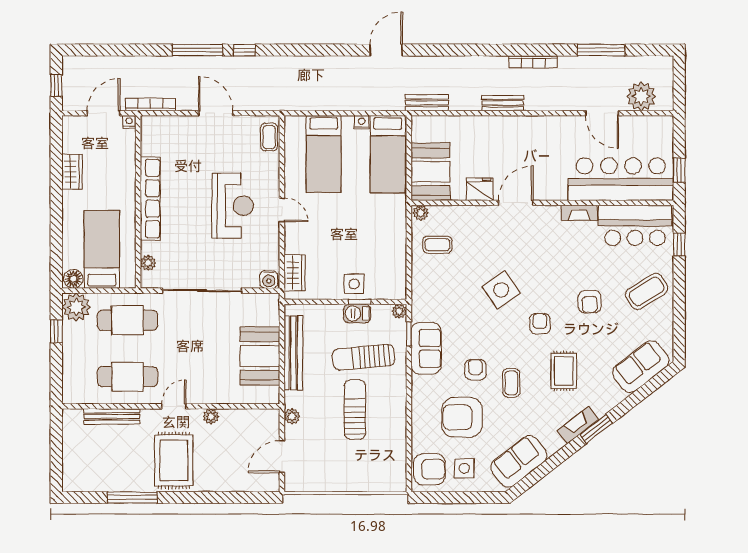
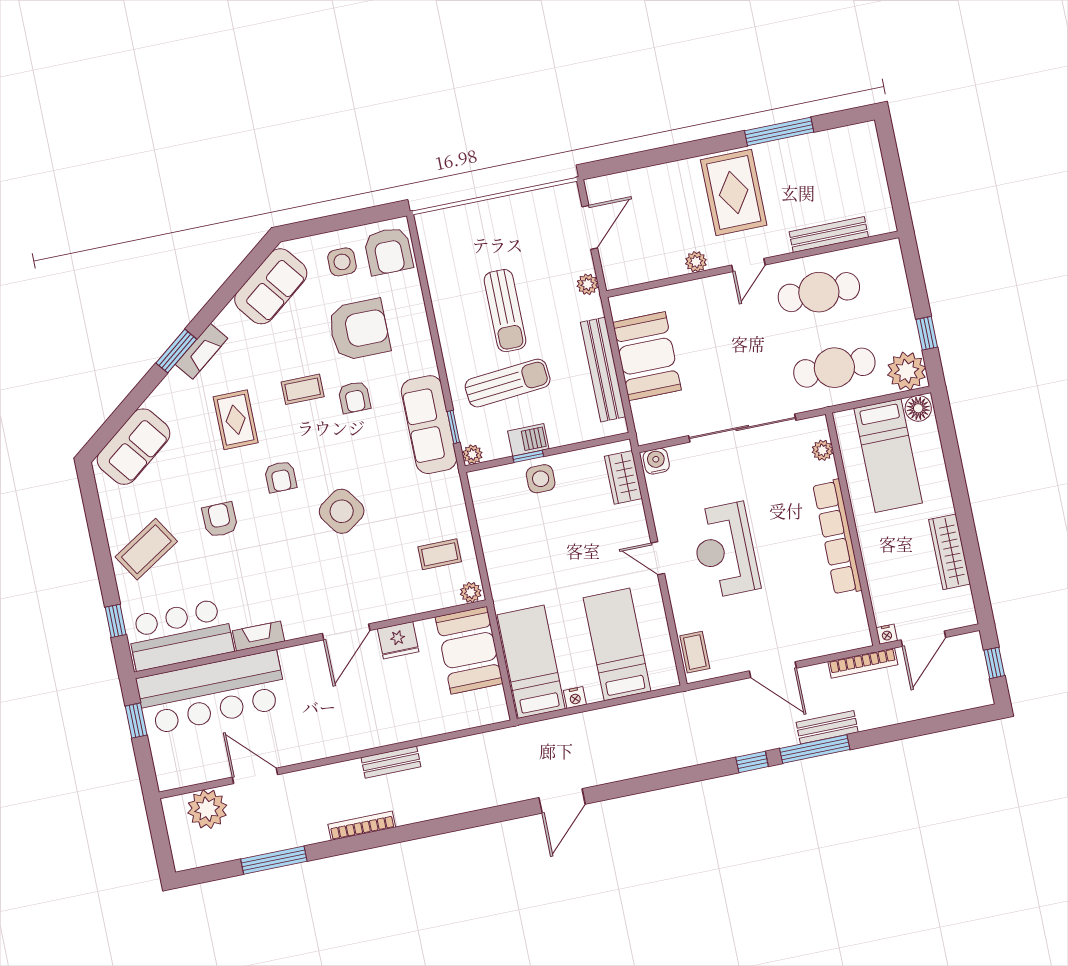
bench: (427, 103) -> (827, 727), moved
wardrobe: (72, 172) -> (950, 552), width x1.50
sofa: (426, 348) -> (429, 425), width x1.36
coffee table: (511, 383) -> (303, 389), turned 90
armchair: (429, 469) -> (388, 251), turned -90

